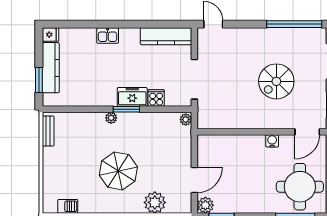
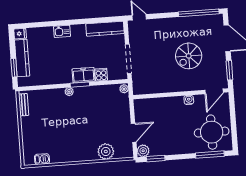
parasol: (118, 171) -> (77, 130), removed

